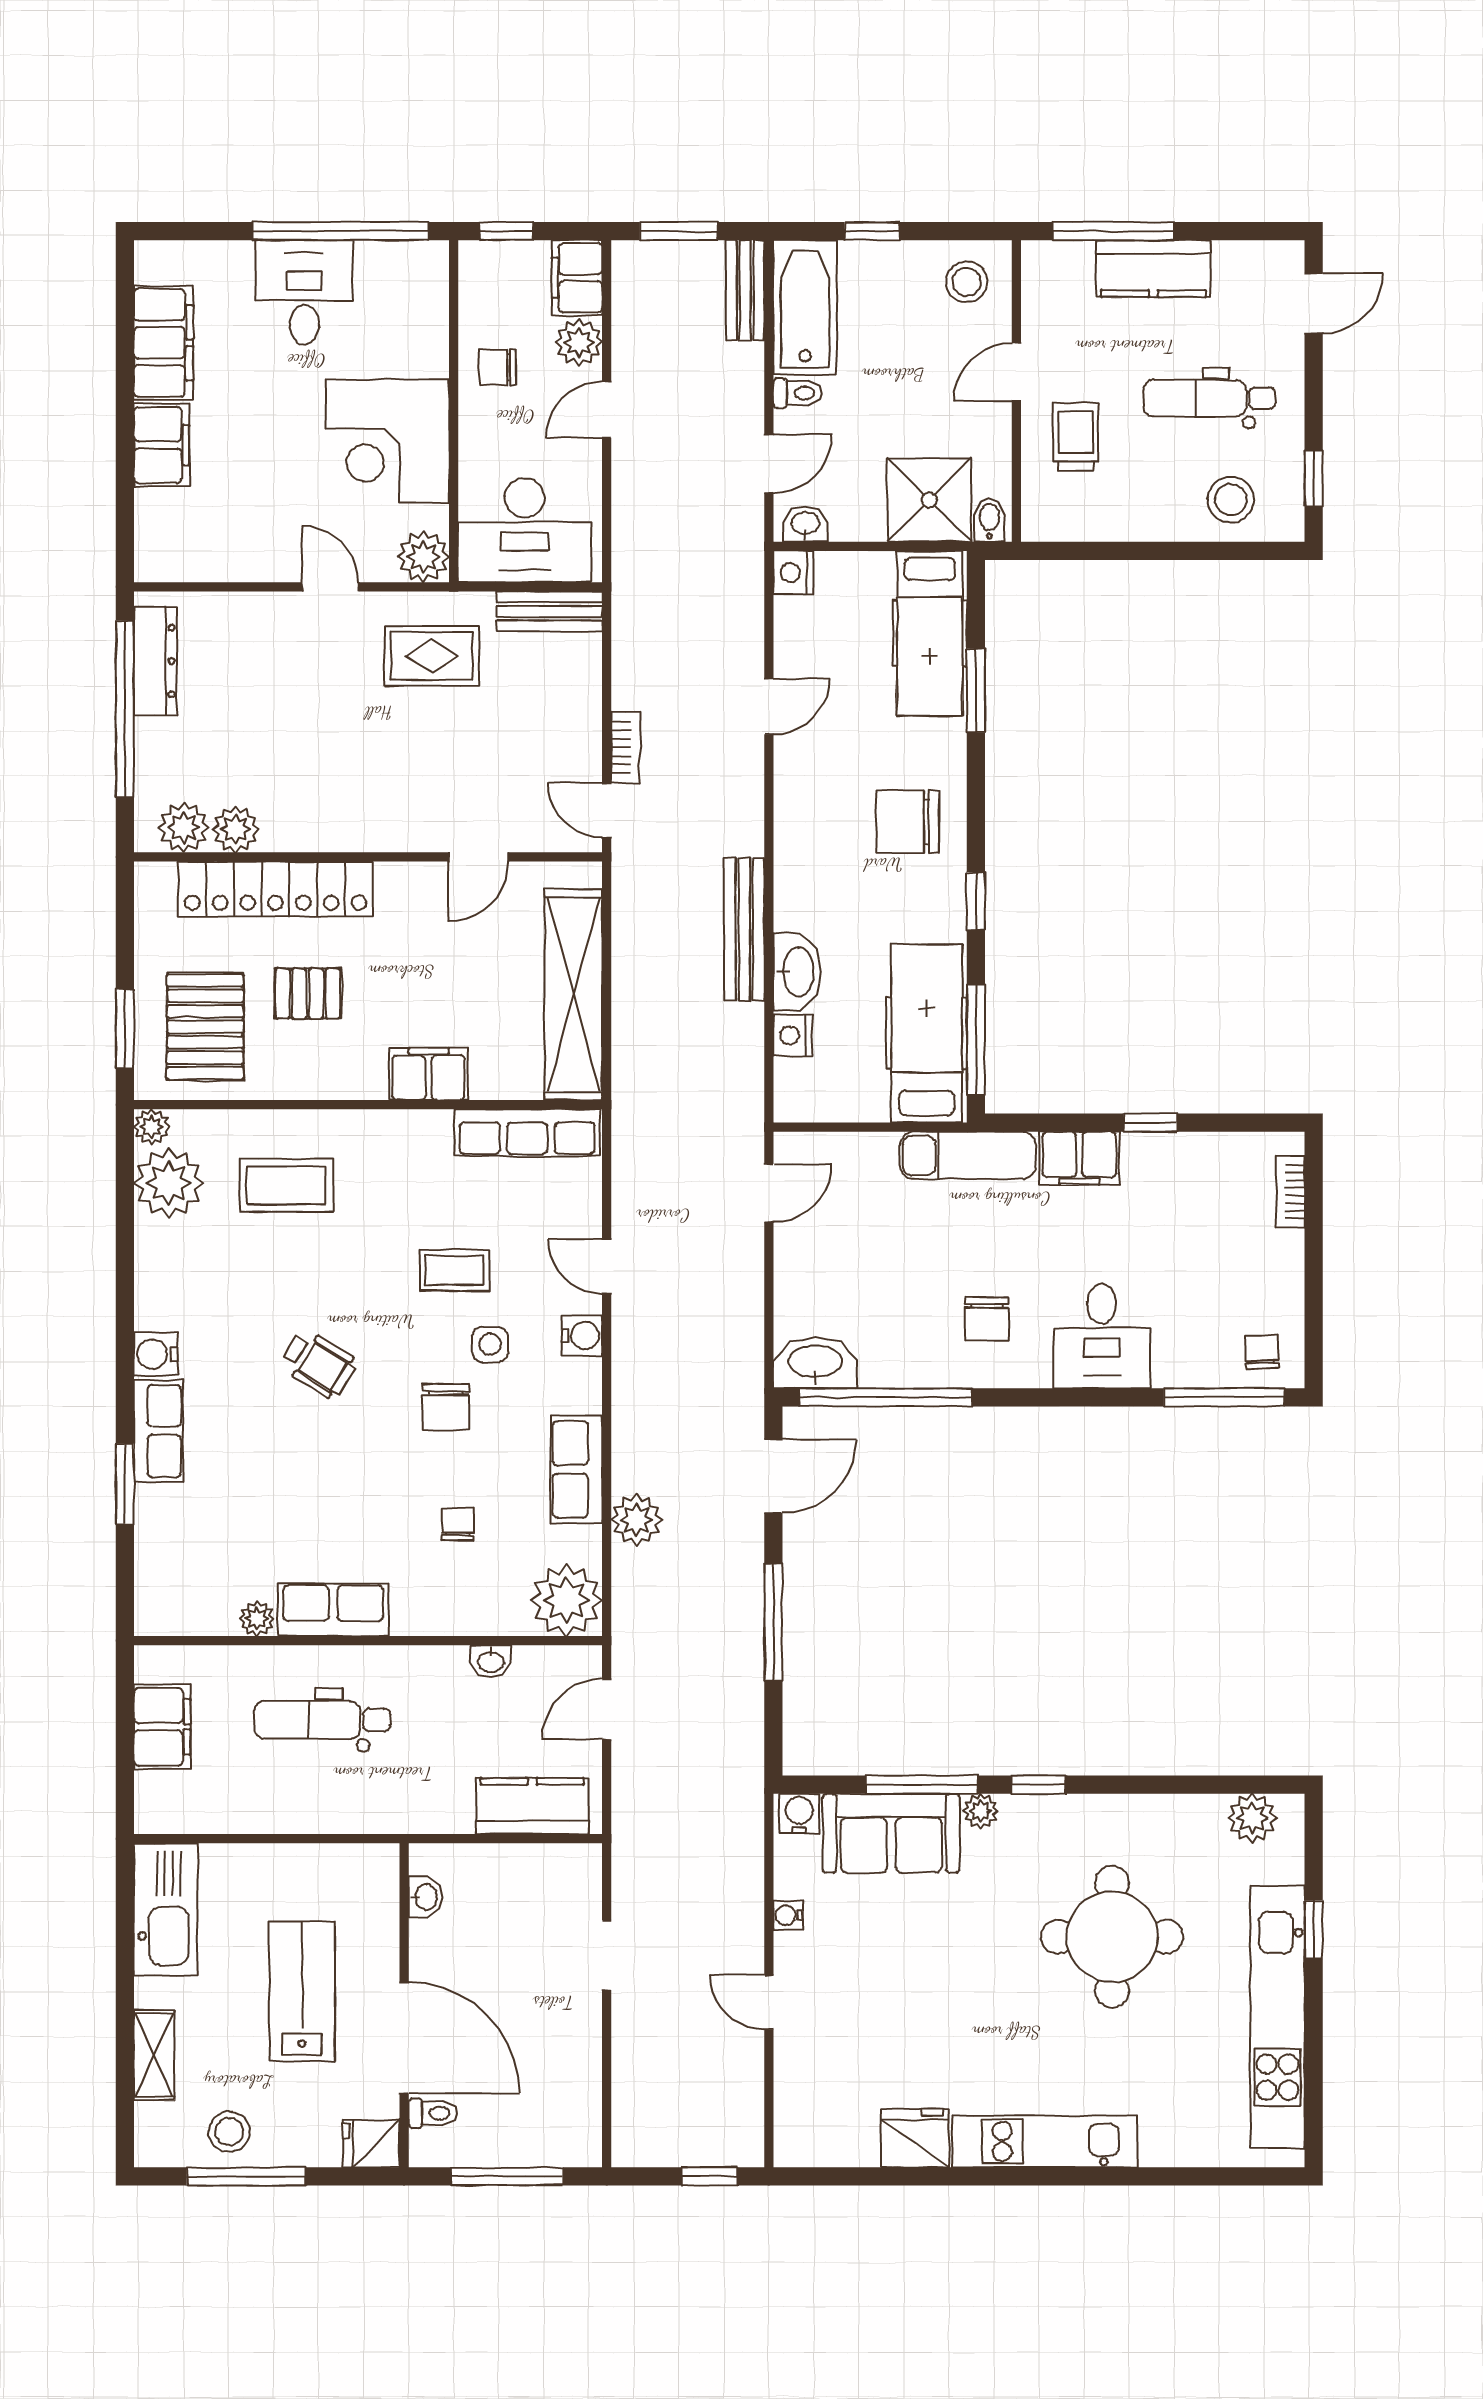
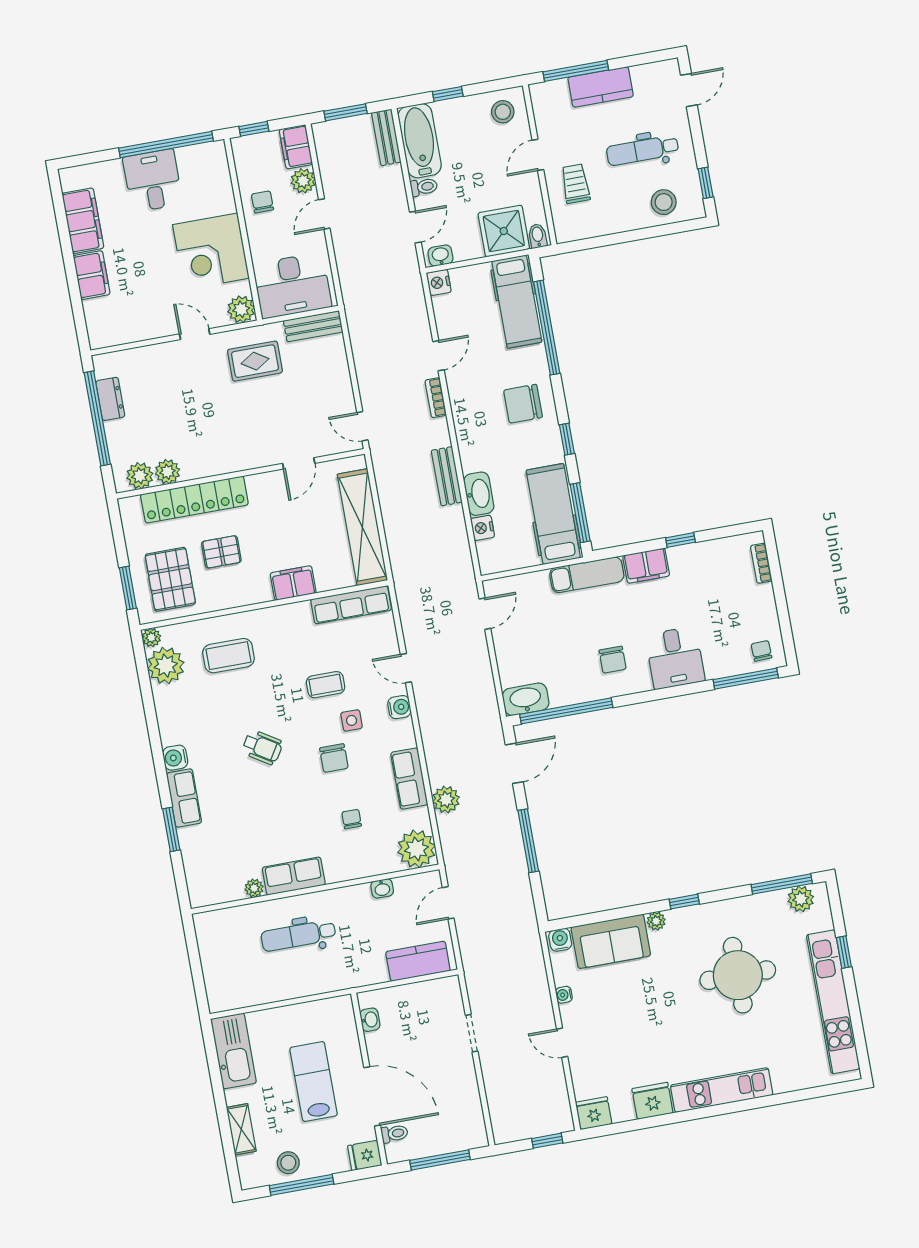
chair: (498, 368) -> (262, 202), turned 90
dresser: (155, 661) -> (110, 399), width x0.70
window: (976, 691) -> (547, 328), width x2.11
bookcase: (626, 747) -> (436, 398), moved, turned 180
bench: (744, 929) -> (447, 476), width x0.73
filing cabinet: (162, 1727) -> (214, 954), removed
window: (922, 1785) -> (782, 884), moved
fridge: (803, 2141) -> (594, 1113), added

